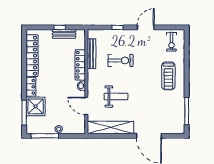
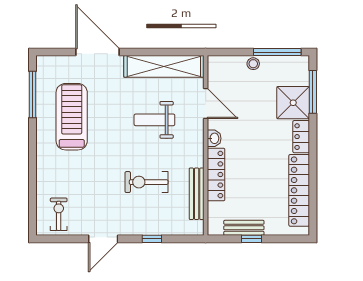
treadmill: (168, 76) -> (72, 117), moved, width x1.37, depth x1.38

